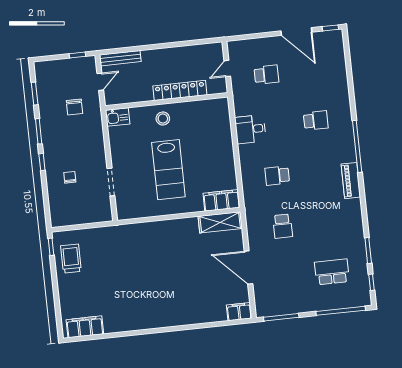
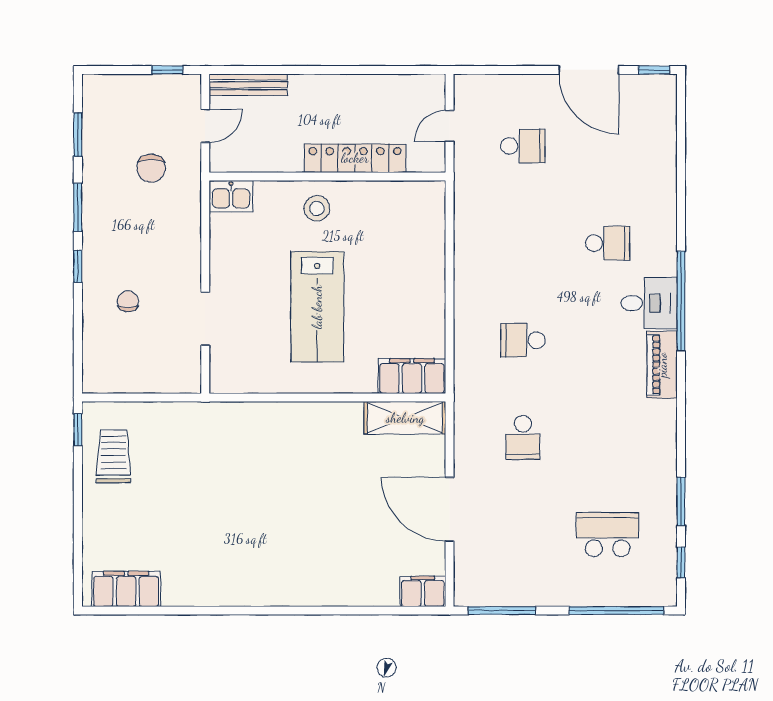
desk: (250, 129) -> (649, 303), moved, turned 180

